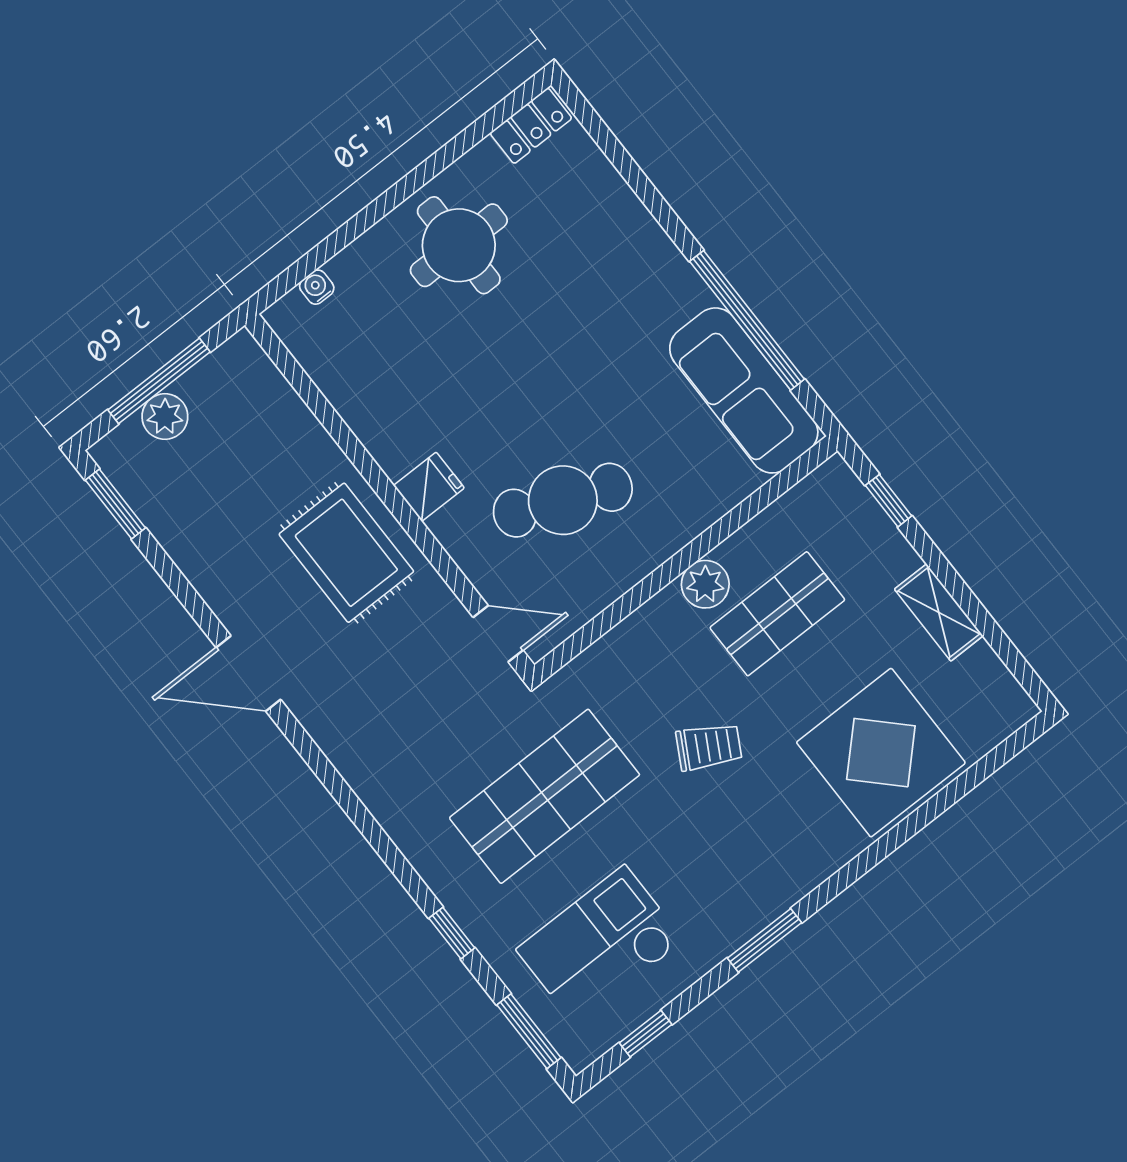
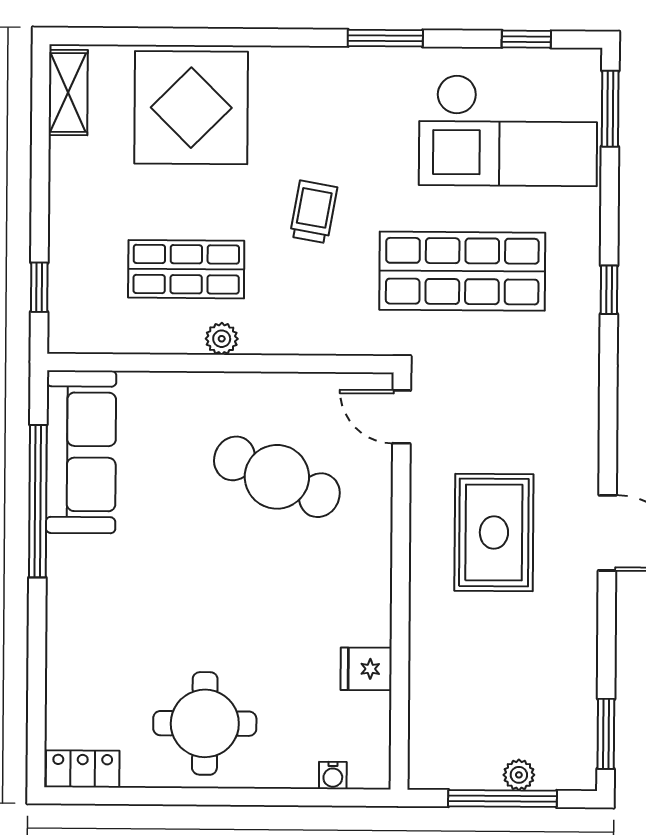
plant: (165, 417) -> (519, 775), width x0.73, depth x0.73
fridge: (429, 487) -> (366, 669), moved
rug: (346, 553) -> (494, 533), moved
plant: (705, 584) -> (222, 339), width x0.73, depth x0.73
shelving: (939, 612) -> (68, 93), moved
trolley: (709, 747) -> (314, 212), turned 71
window: (452, 933) -> (609, 290), moved
checkout: (600, 945) -> (508, 130), width x1.36, depth x1.21

